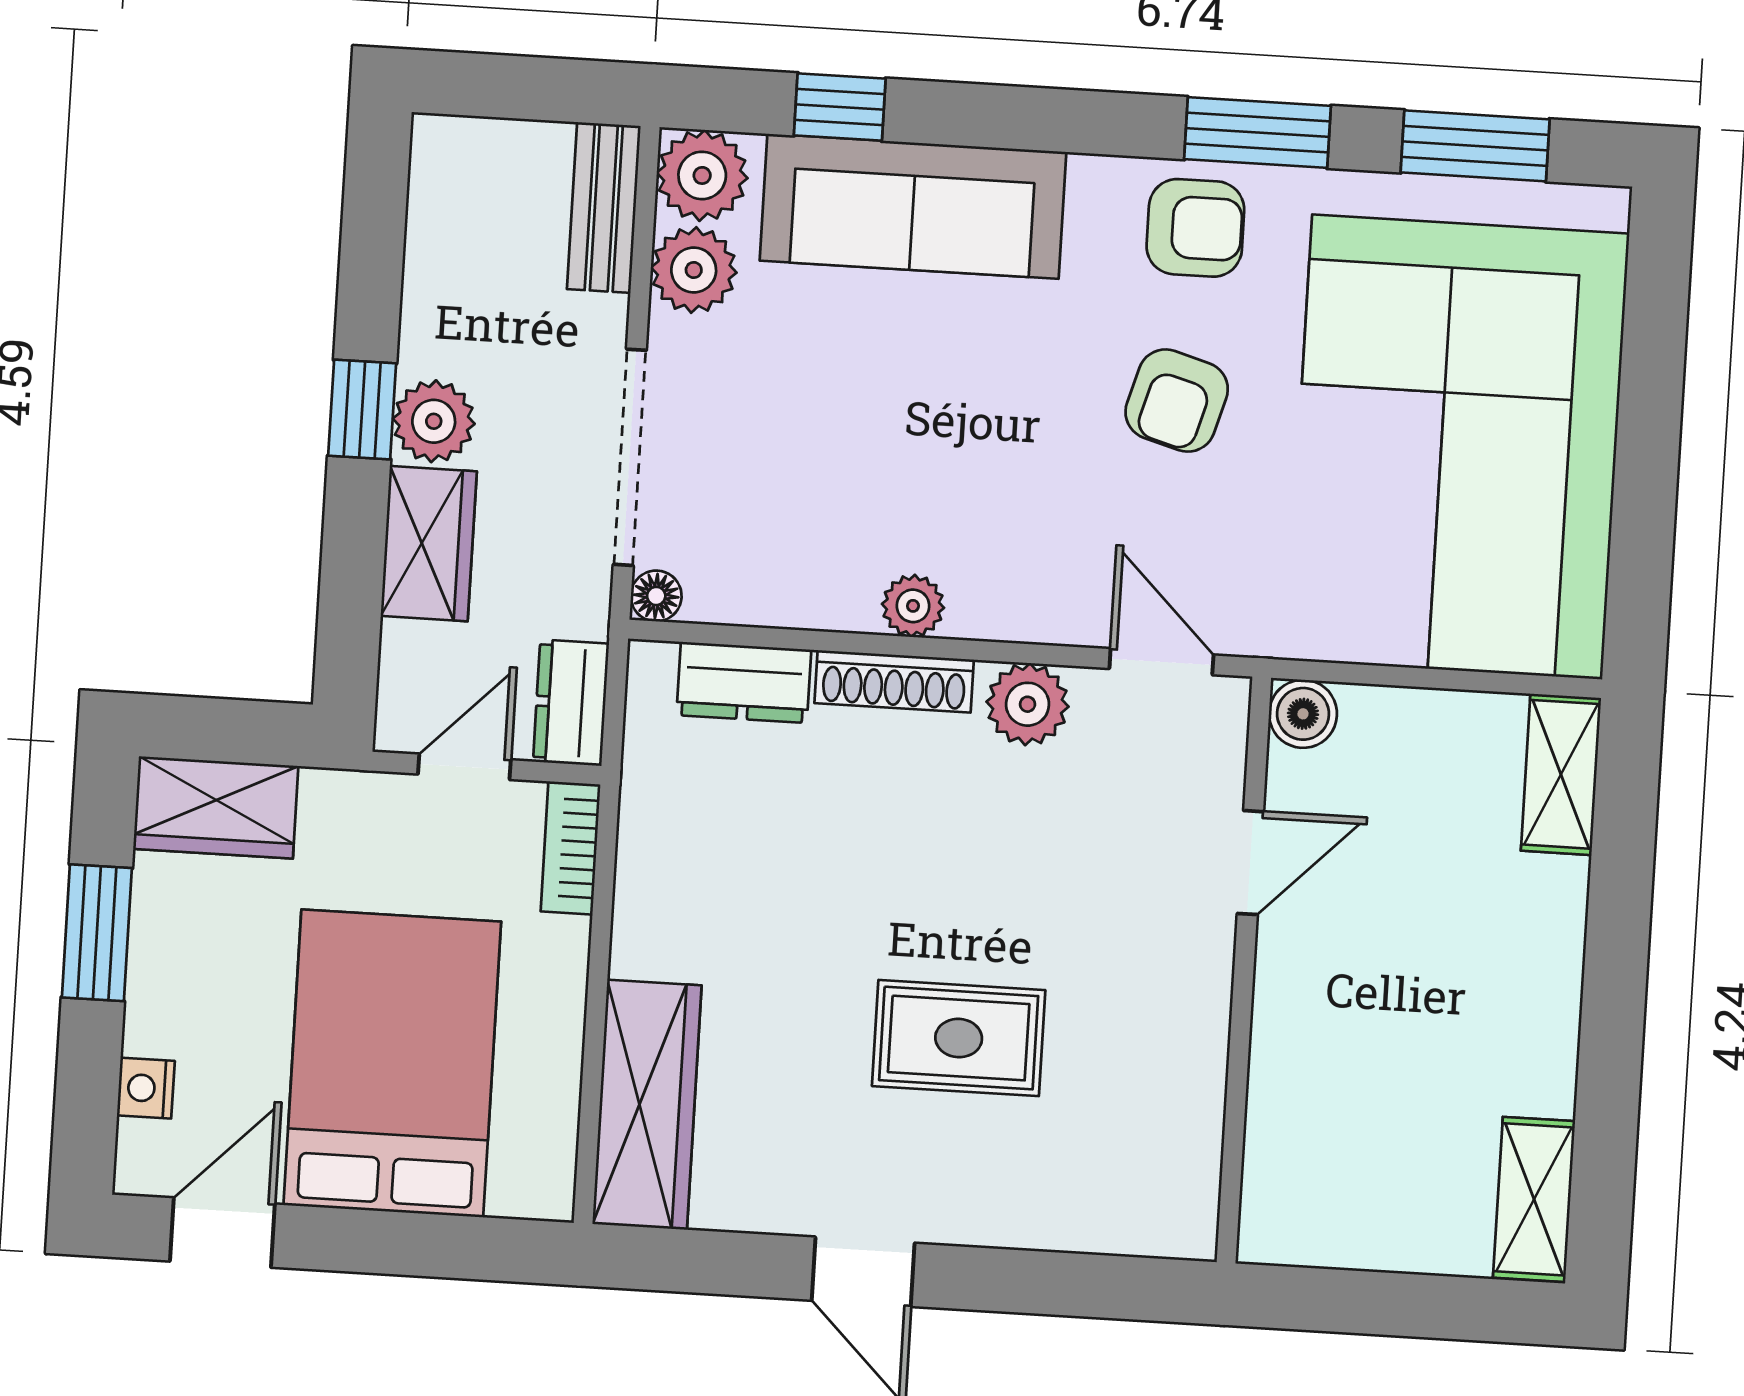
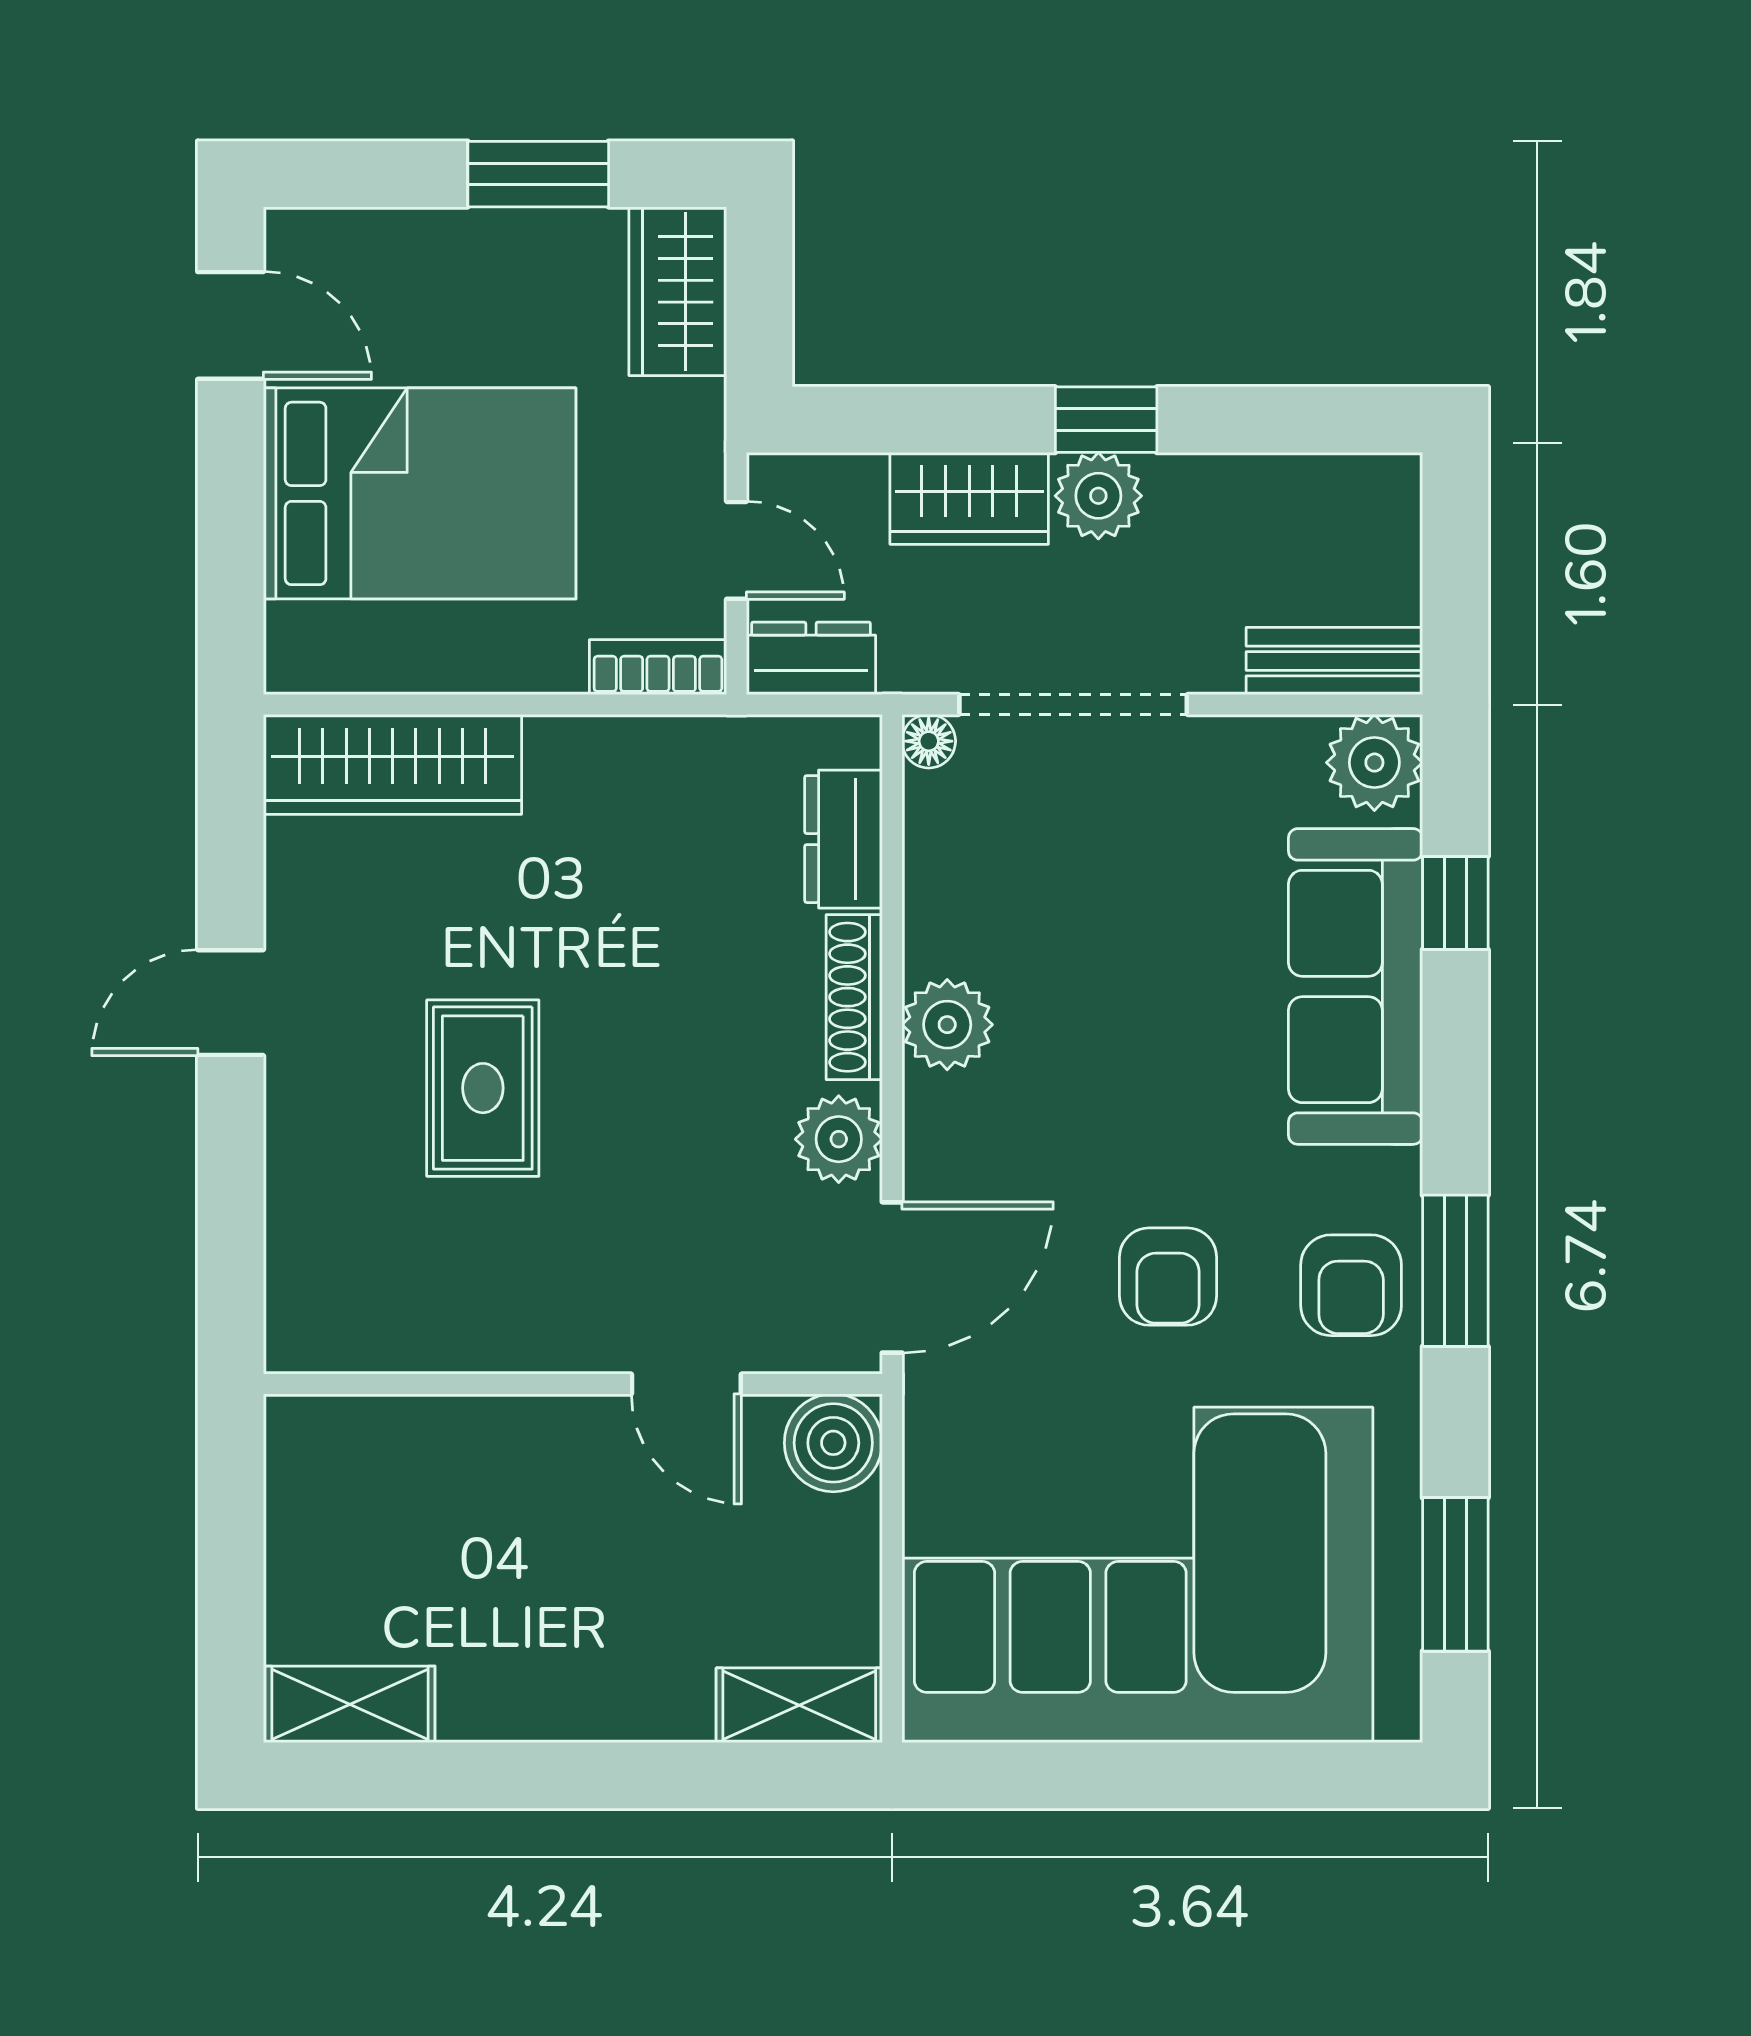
window: (1257, 133) -> (1455, 1271), moved
plant: (694, 270) -> (1274, 760), removed
armchair: (1177, 401) -> (1168, 1277), turned -106
plant: (913, 606) -> (947, 1025), width x1.38, depth x1.38
door: (1161, 662) -> (892, 1277), width x1.38
boiler: (1303, 714) -> (833, 1443), width x1.36, depth x1.36
nightstand: (146, 1088) -> (378, 236), removed

